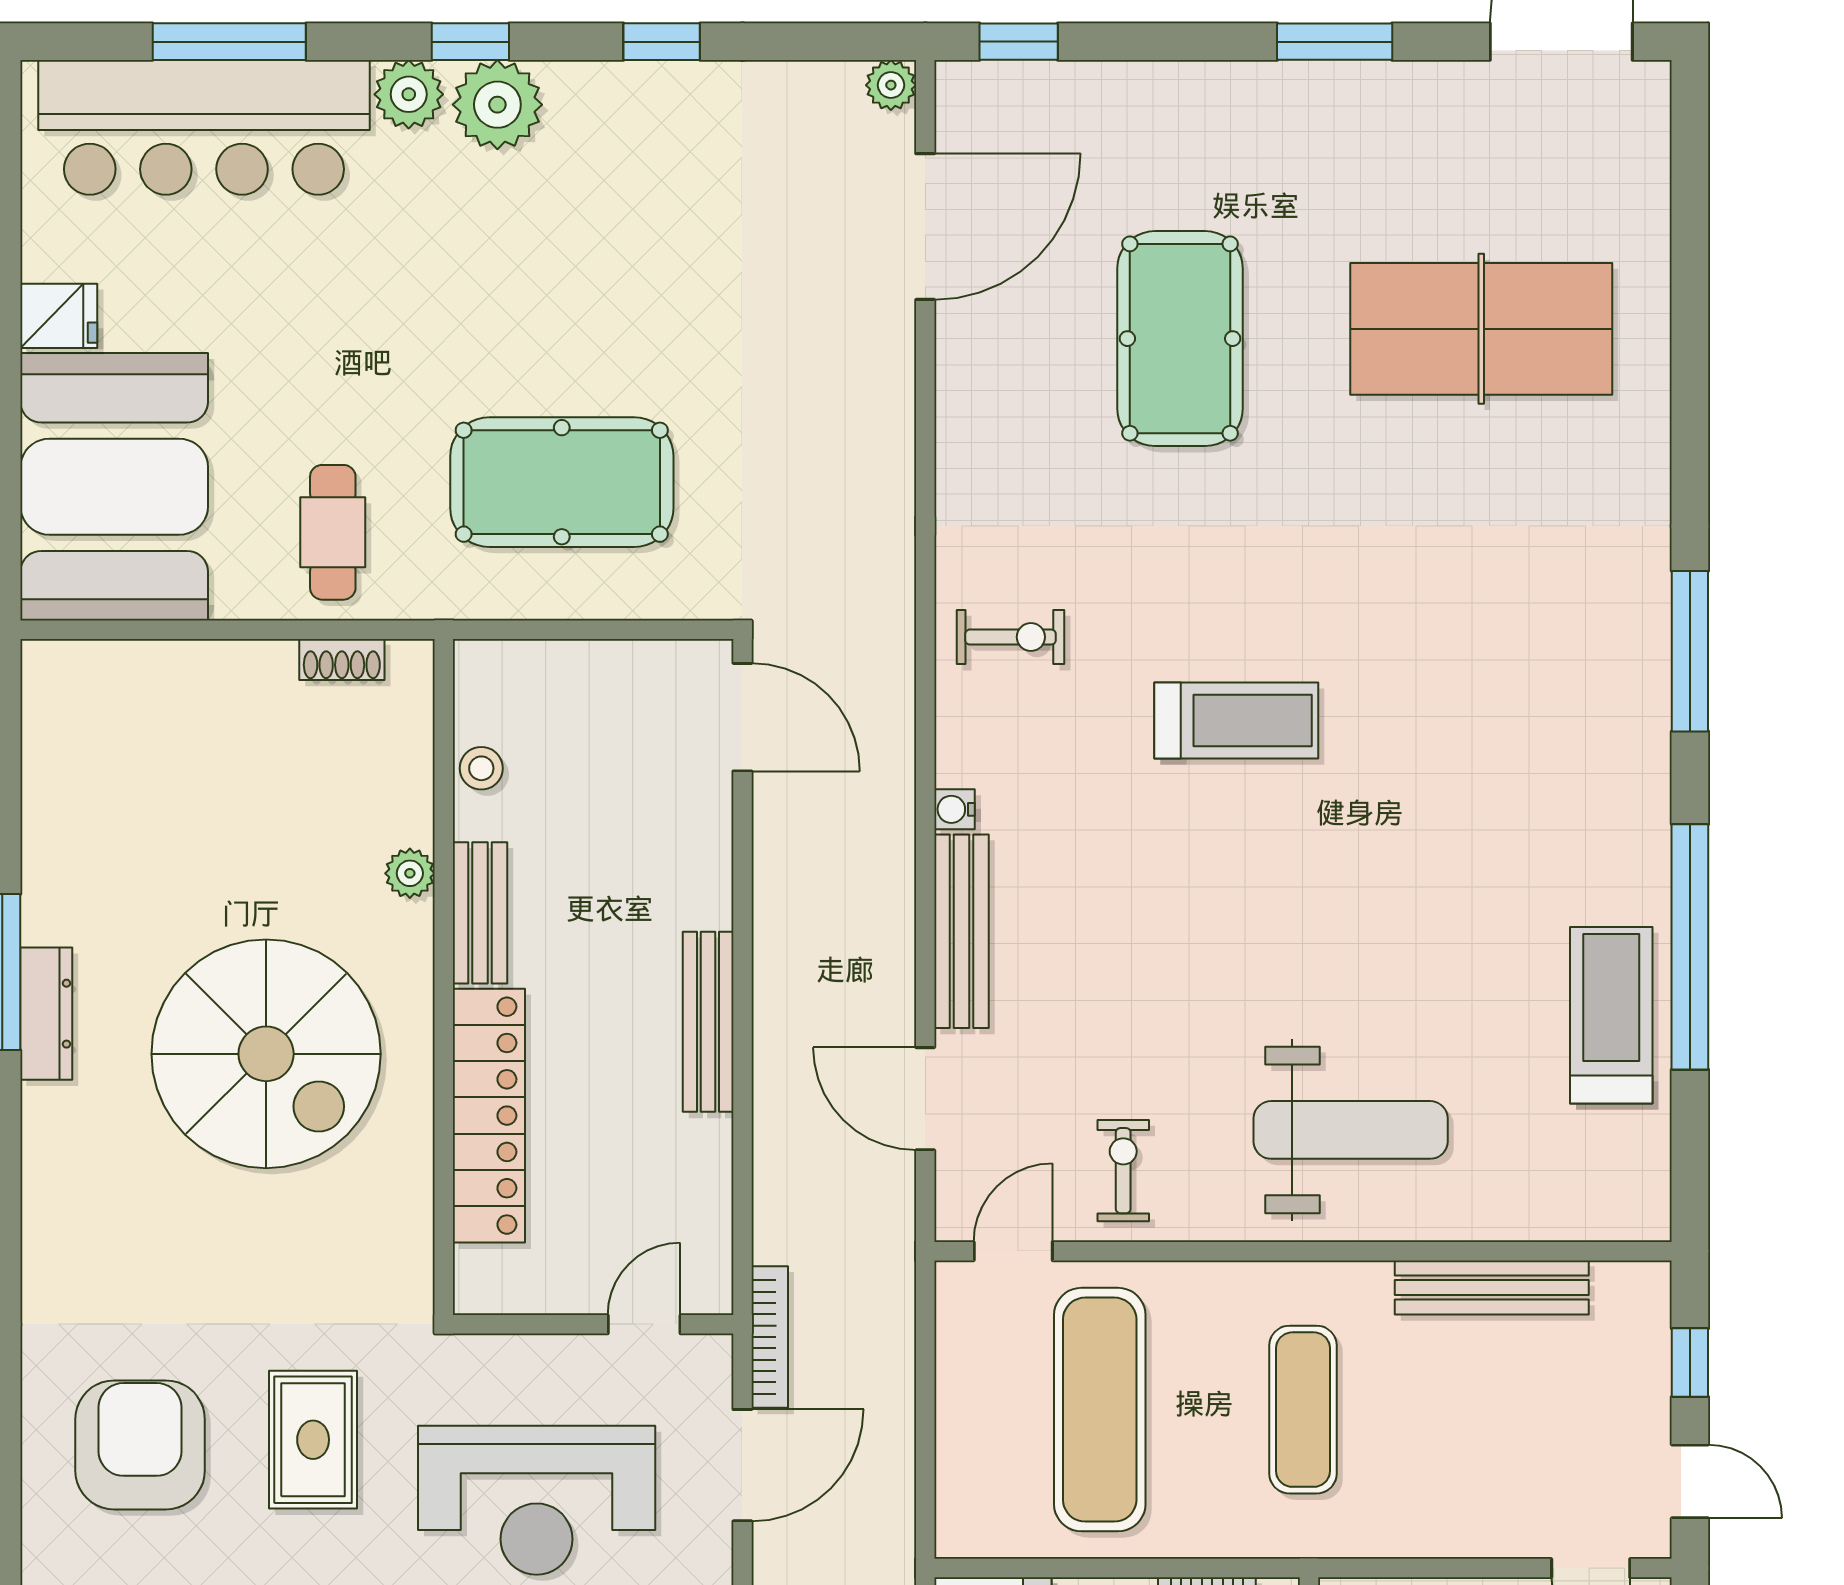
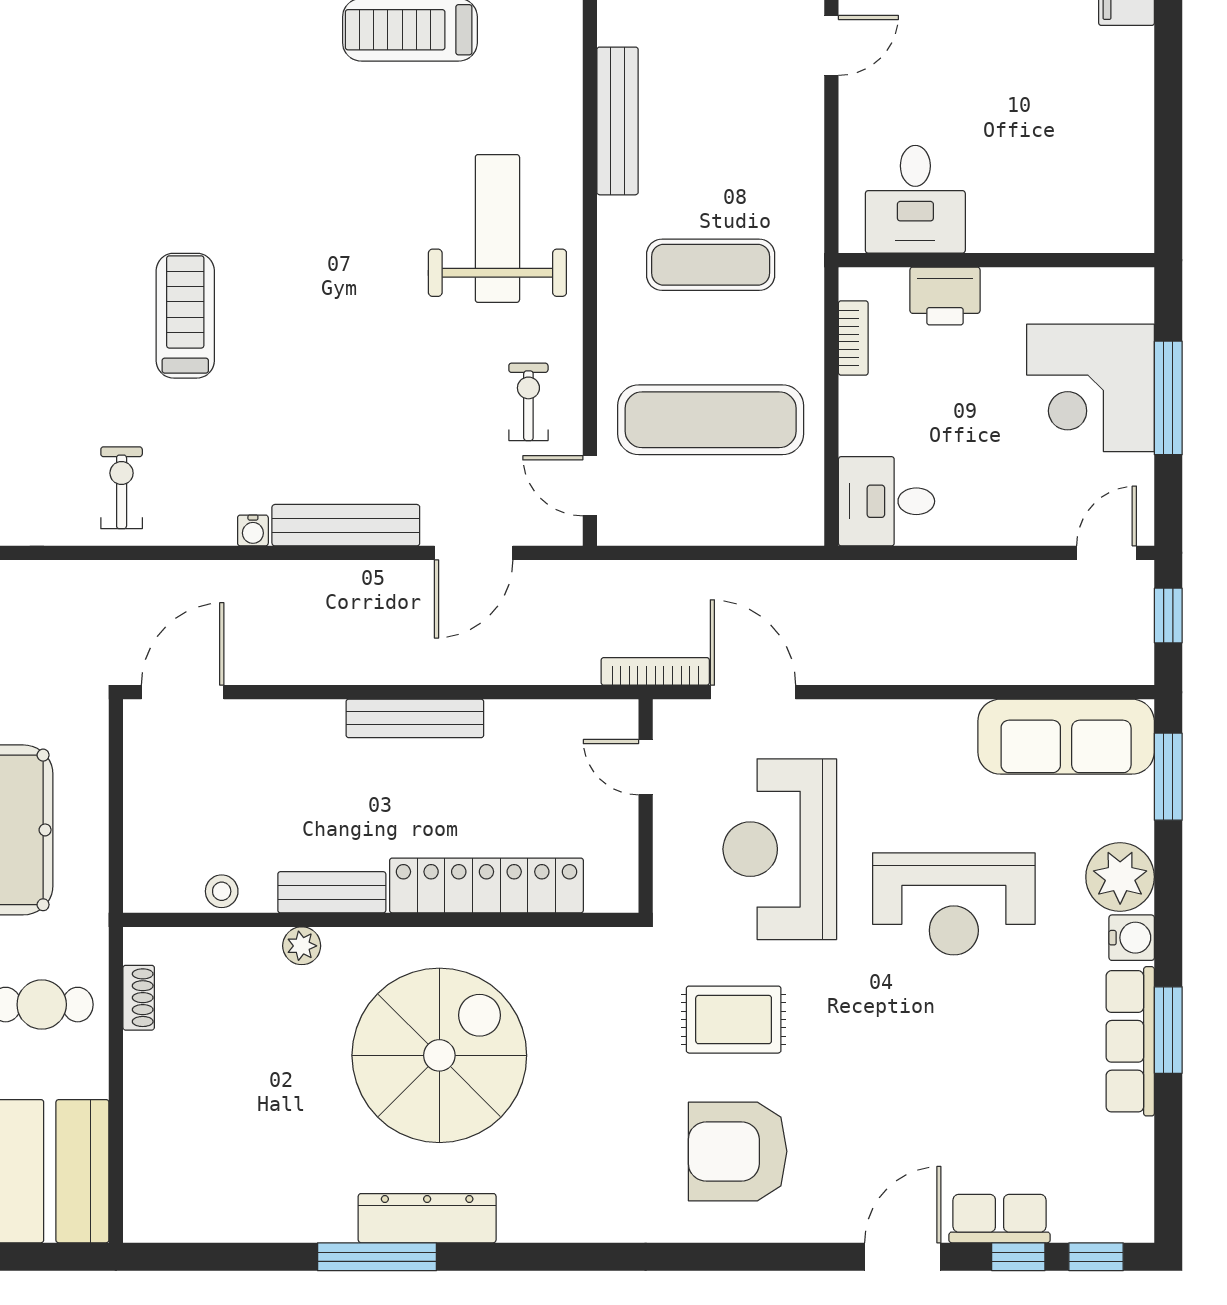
dresser: (46, 1014) -> (427, 1218), width x1.37, depth x1.24
exercise bike: (1123, 1171) -> (528, 402), turned 90
reception desk: (537, 1500) -> (780, 849), turned 180

